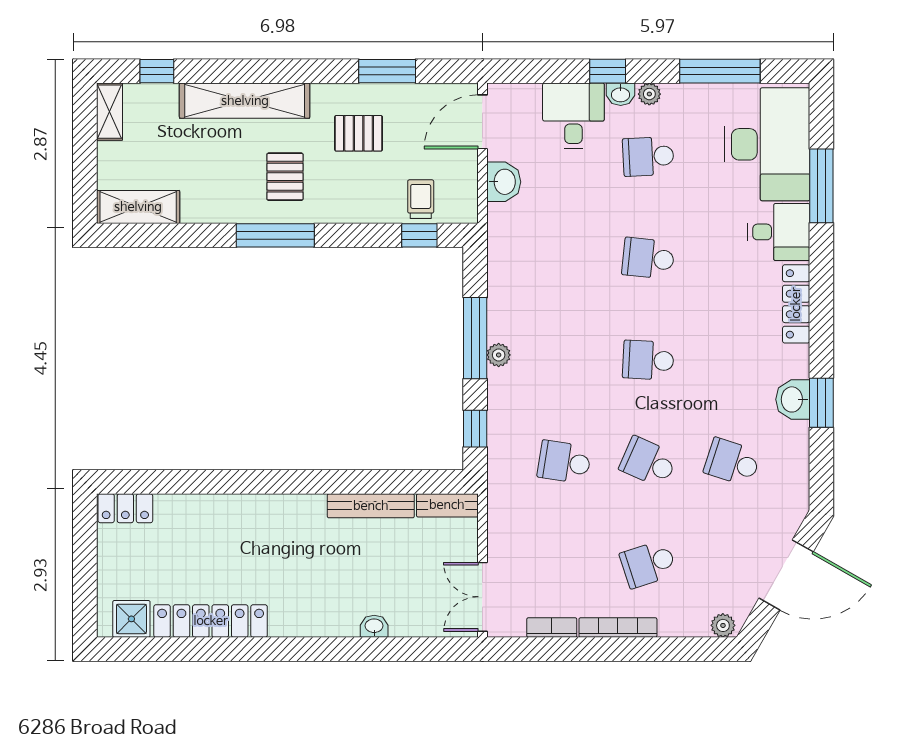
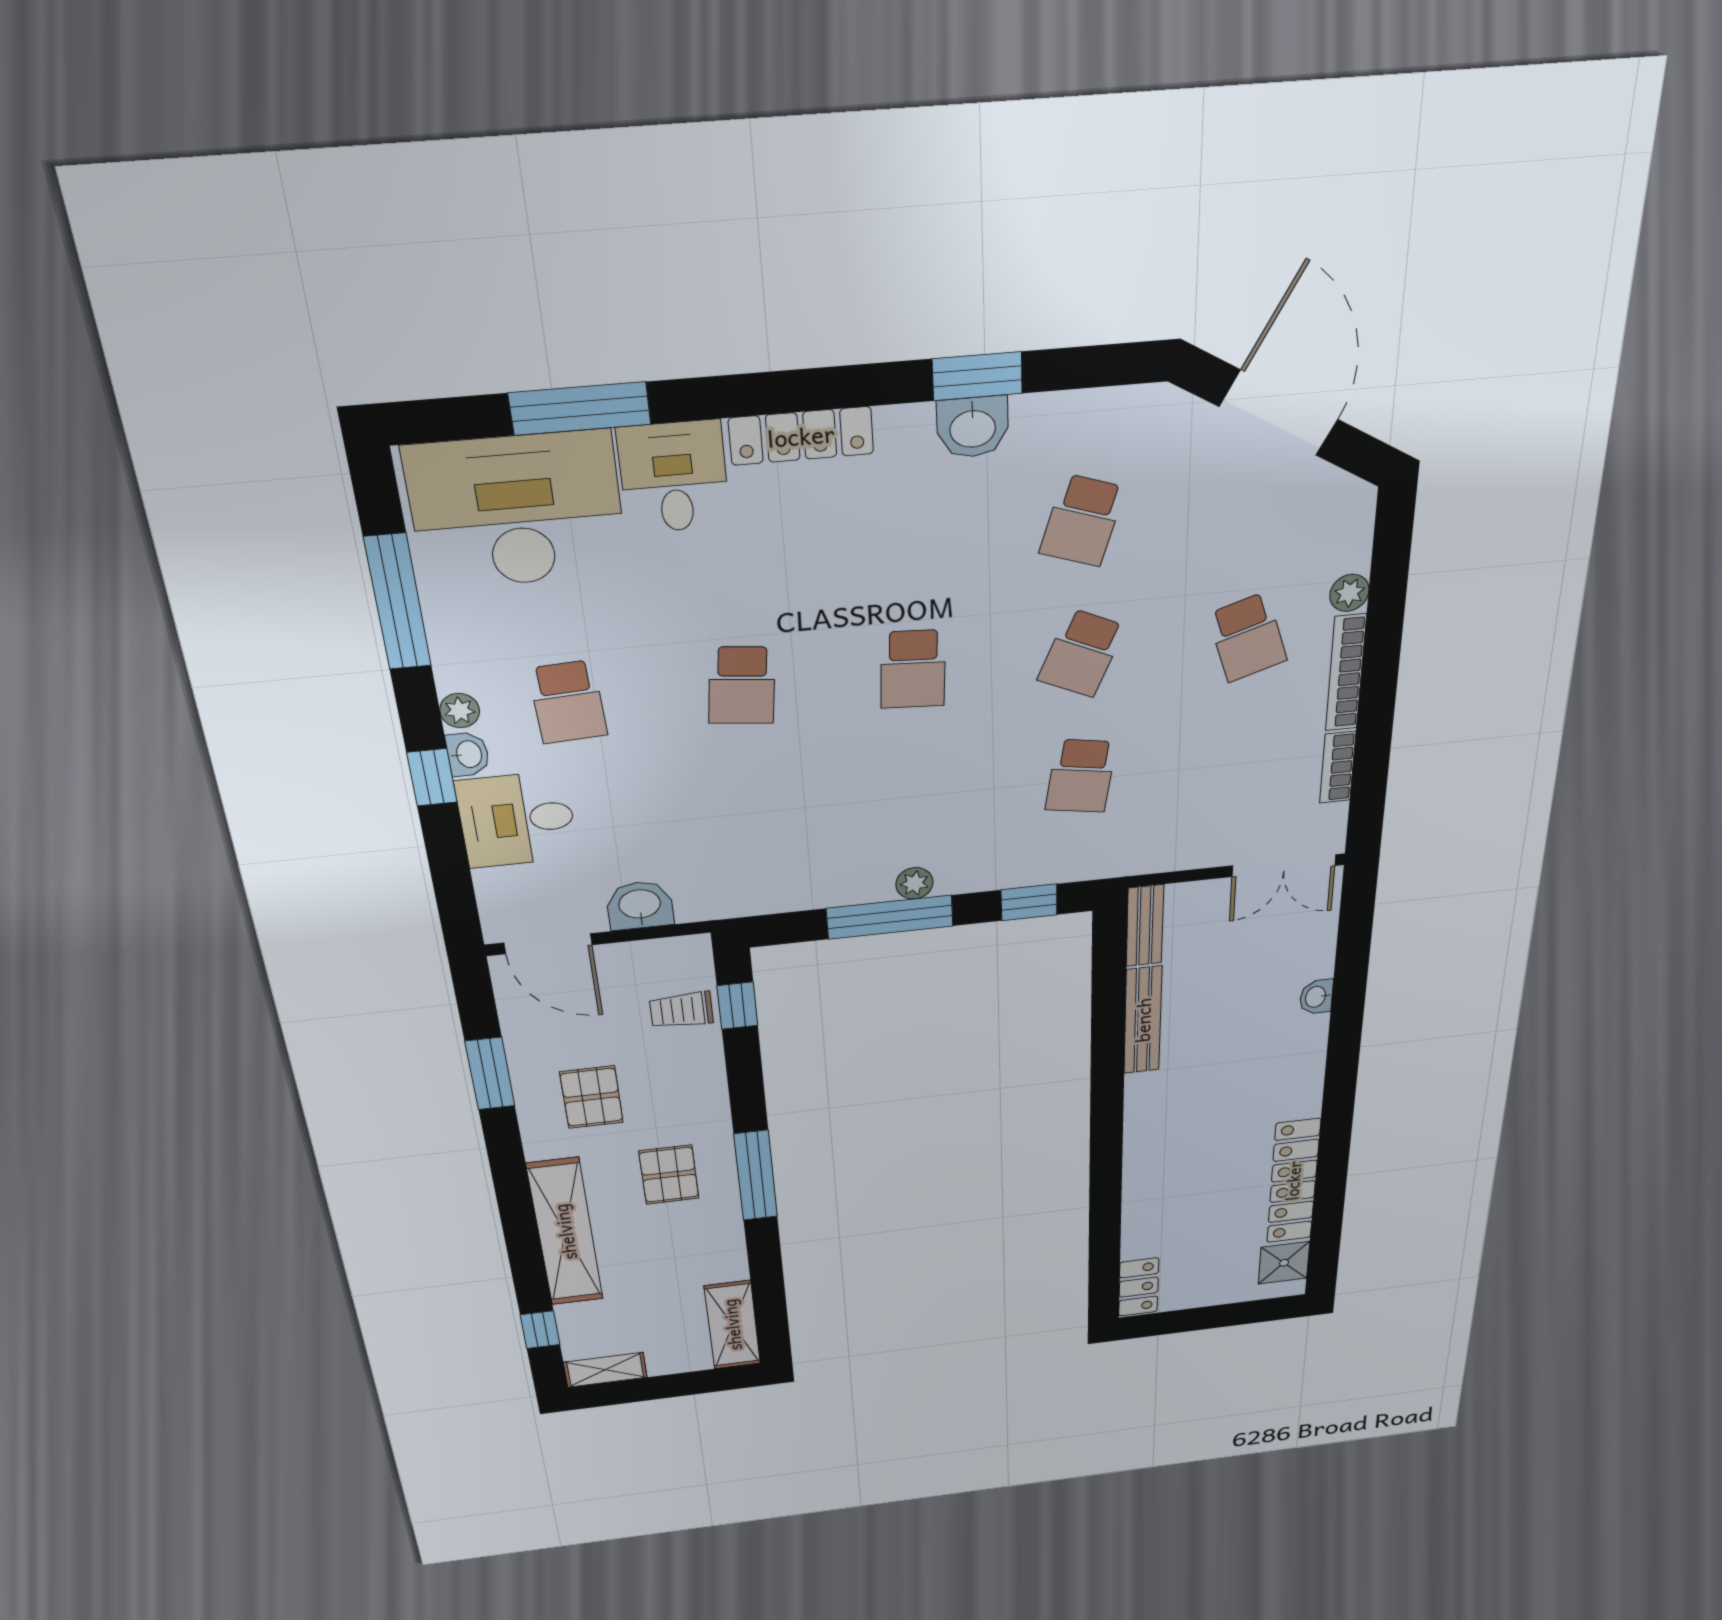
pallet: (285, 177) -> (669, 1175), turned 90
plant: (723, 625) -> (1349, 593), moved

